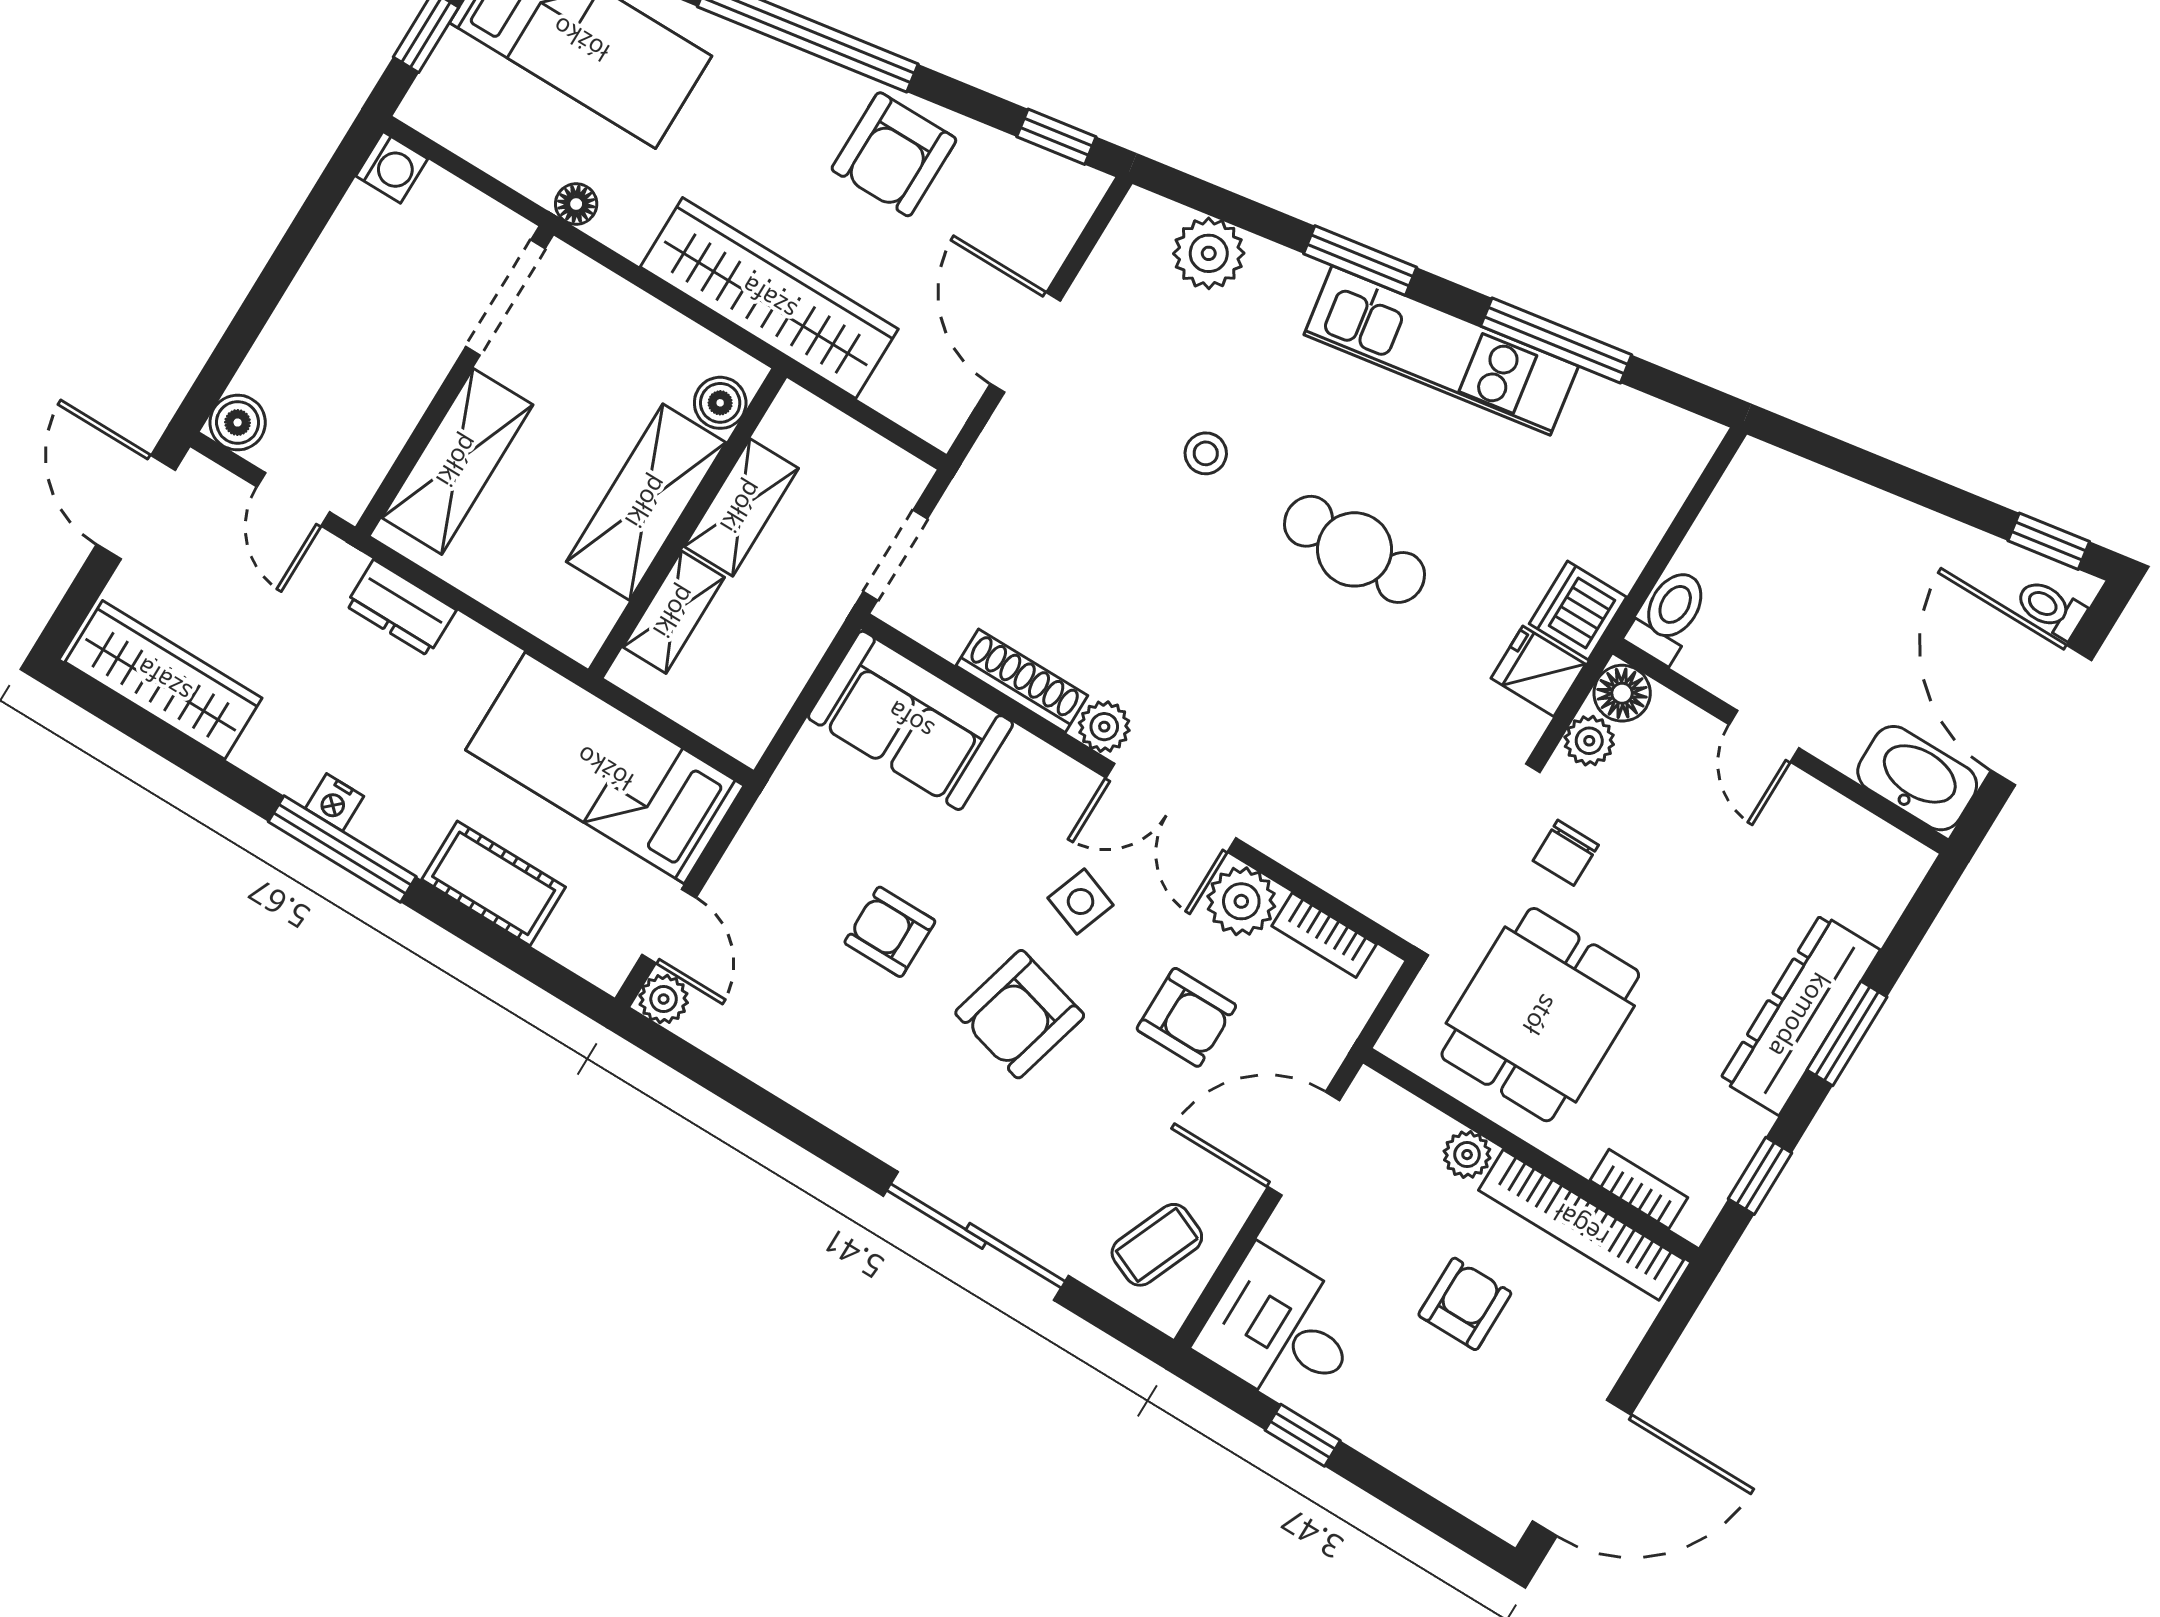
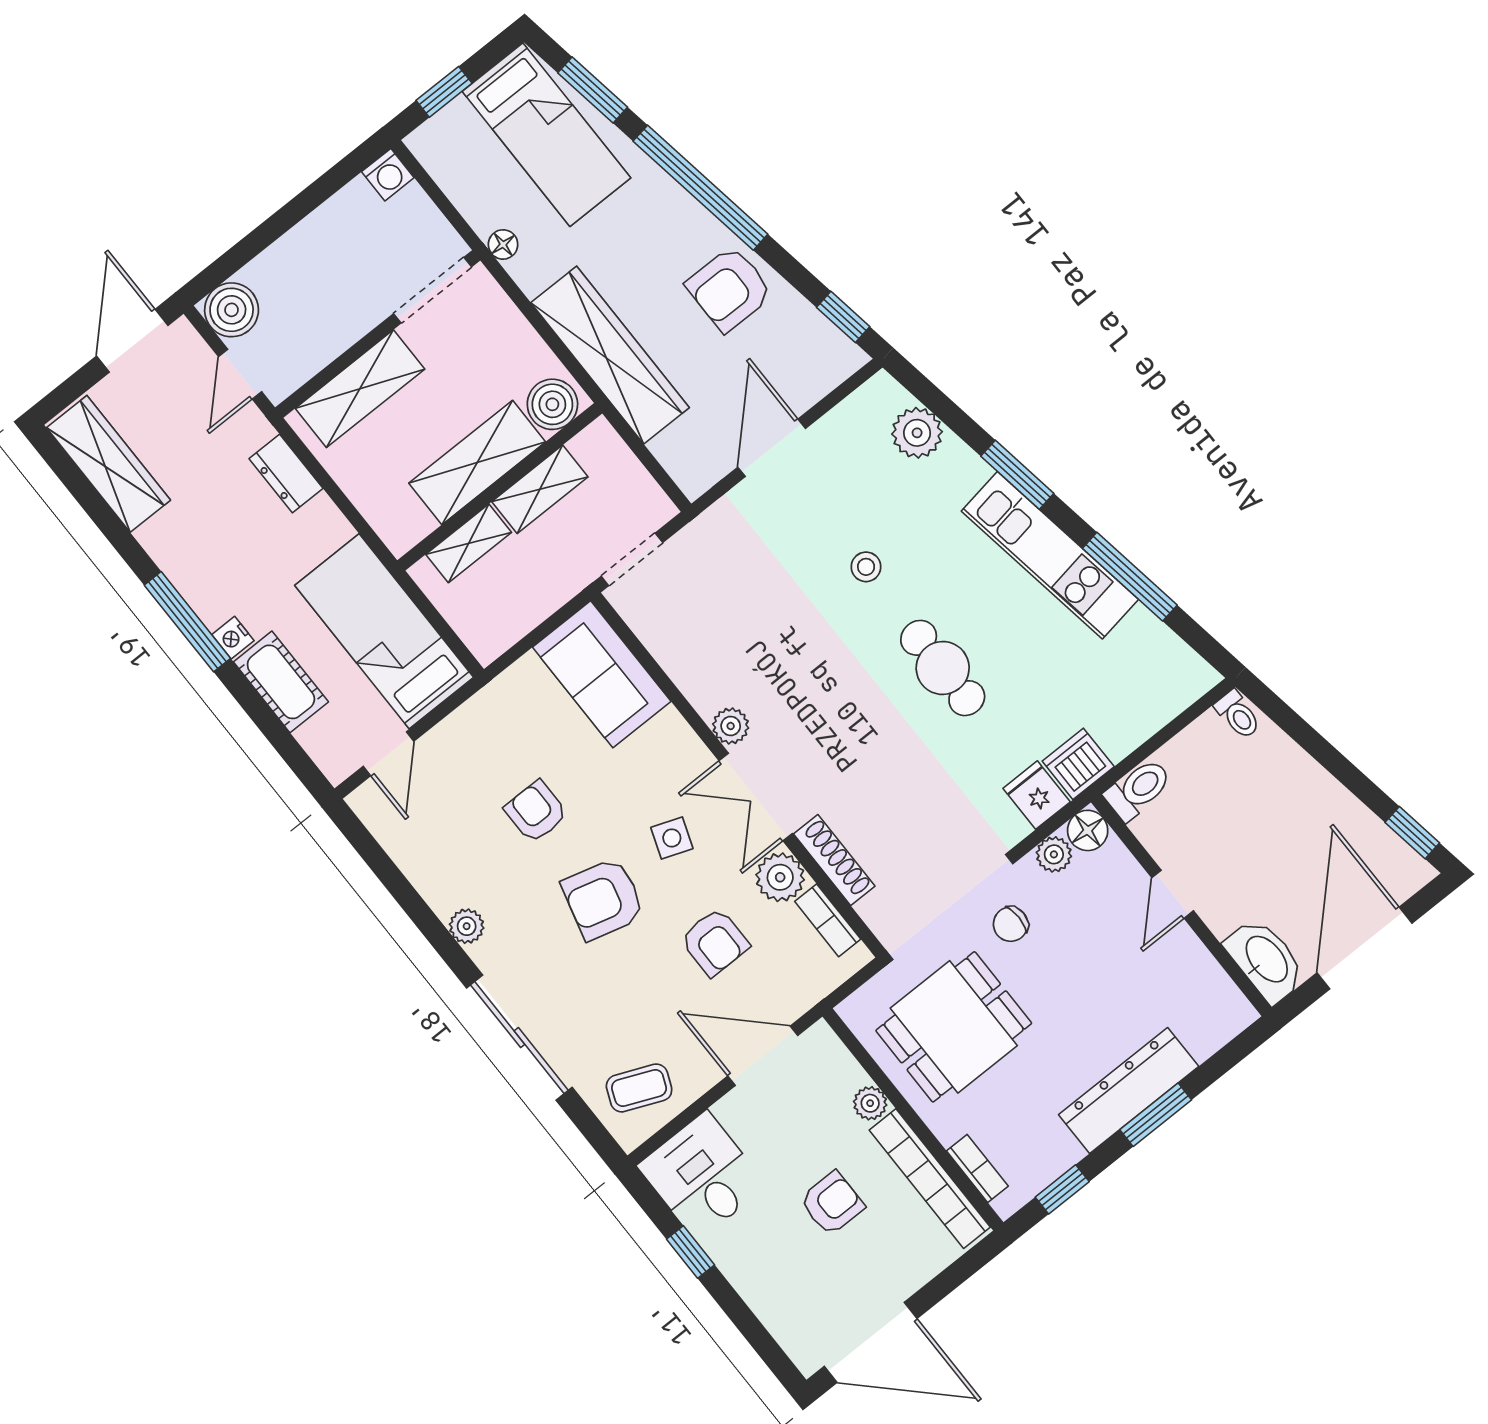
boiler: (720, 403) -> (552, 404), width x1.36, depth x1.36
boiler: (238, 423) -> (232, 310), width x1.36, depth x1.36
toilet: (2051, 608) -> (1238, 715), moved, turned 180
shoe rack: (1022, 681) -> (834, 860), moved
nightstand: (334, 802) -> (233, 638), moved
plant: (664, 999) -> (467, 926), moved

